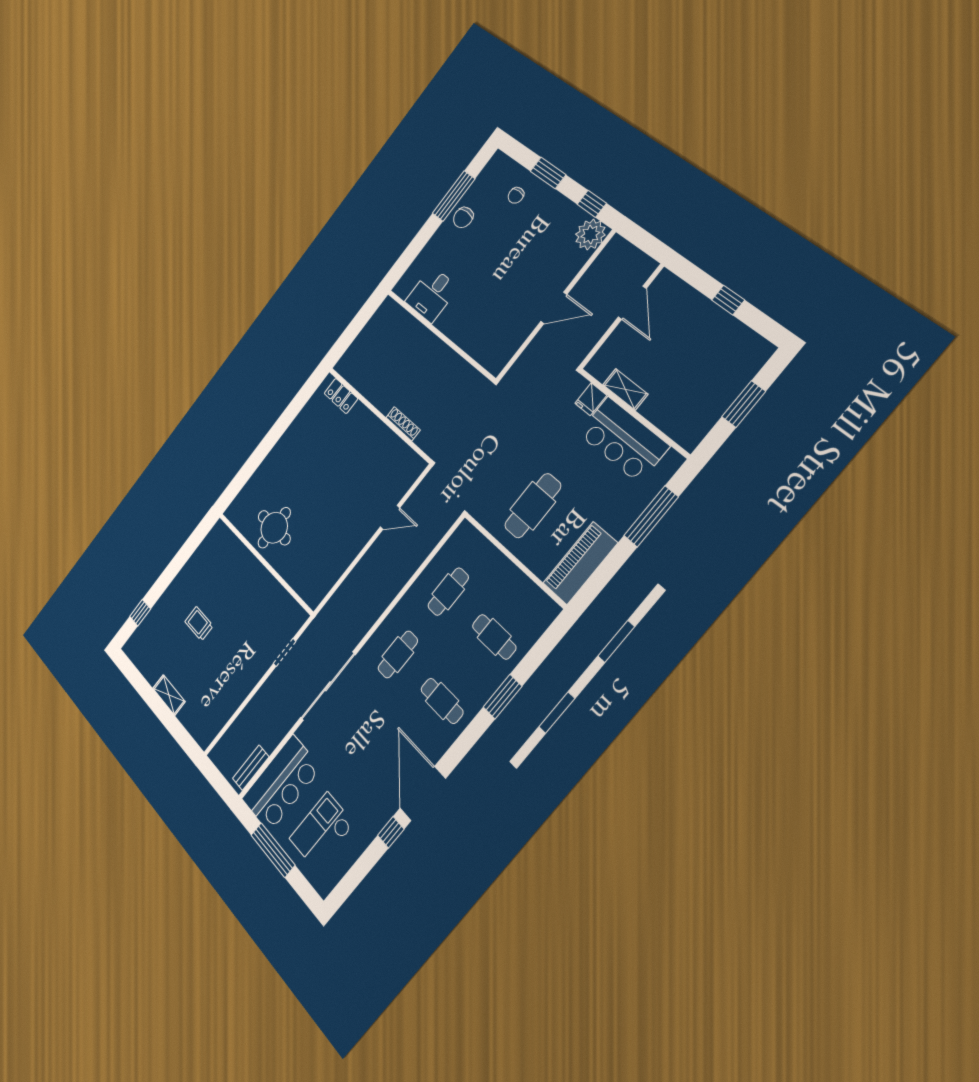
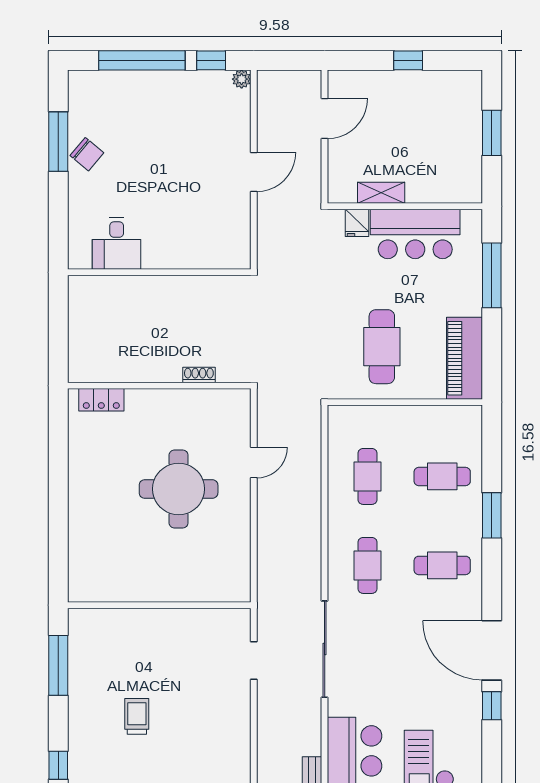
window: (548, 173) -> (142, 60), width x2.11
chair: (516, 195) -> (126, 100), removed
chair: (463, 217) -> (87, 154), turned -50
plant: (590, 235) -> (242, 79), width x0.53, depth x0.53
door: (632, 303) -> (325, 119), hinge flipped
shoe rack: (403, 424) -> (199, 375), width x0.70
round table: (274, 528) -> (179, 489), moved, width x1.36, depth x1.36
window: (188, 550) -> (58, 665), added
trolley: (199, 624) -> (137, 716), turned 90

